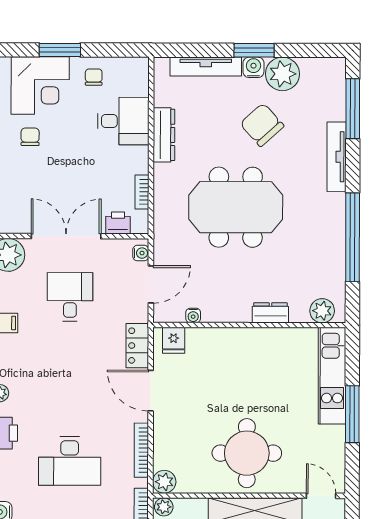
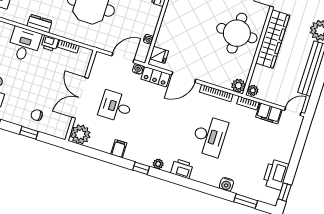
dresser: (164, 135) -> (40, 23), width x0.70
chair: (30, 137) -> (37, 115), moved
printer: (118, 223) -> (50, 43), moved, turned -90
water cooler: (141, 253) -> (138, 69), moved
door: (151, 284) -> (123, 58), hinge flipped

